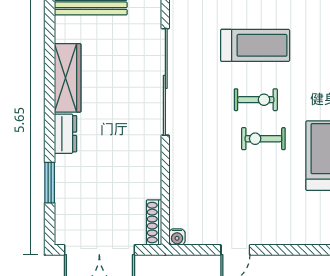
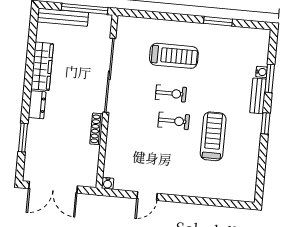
exercise bike: (263, 139) -> (174, 121), turned 180
shoe rack: (154, 223) -> (97, 129), moved

